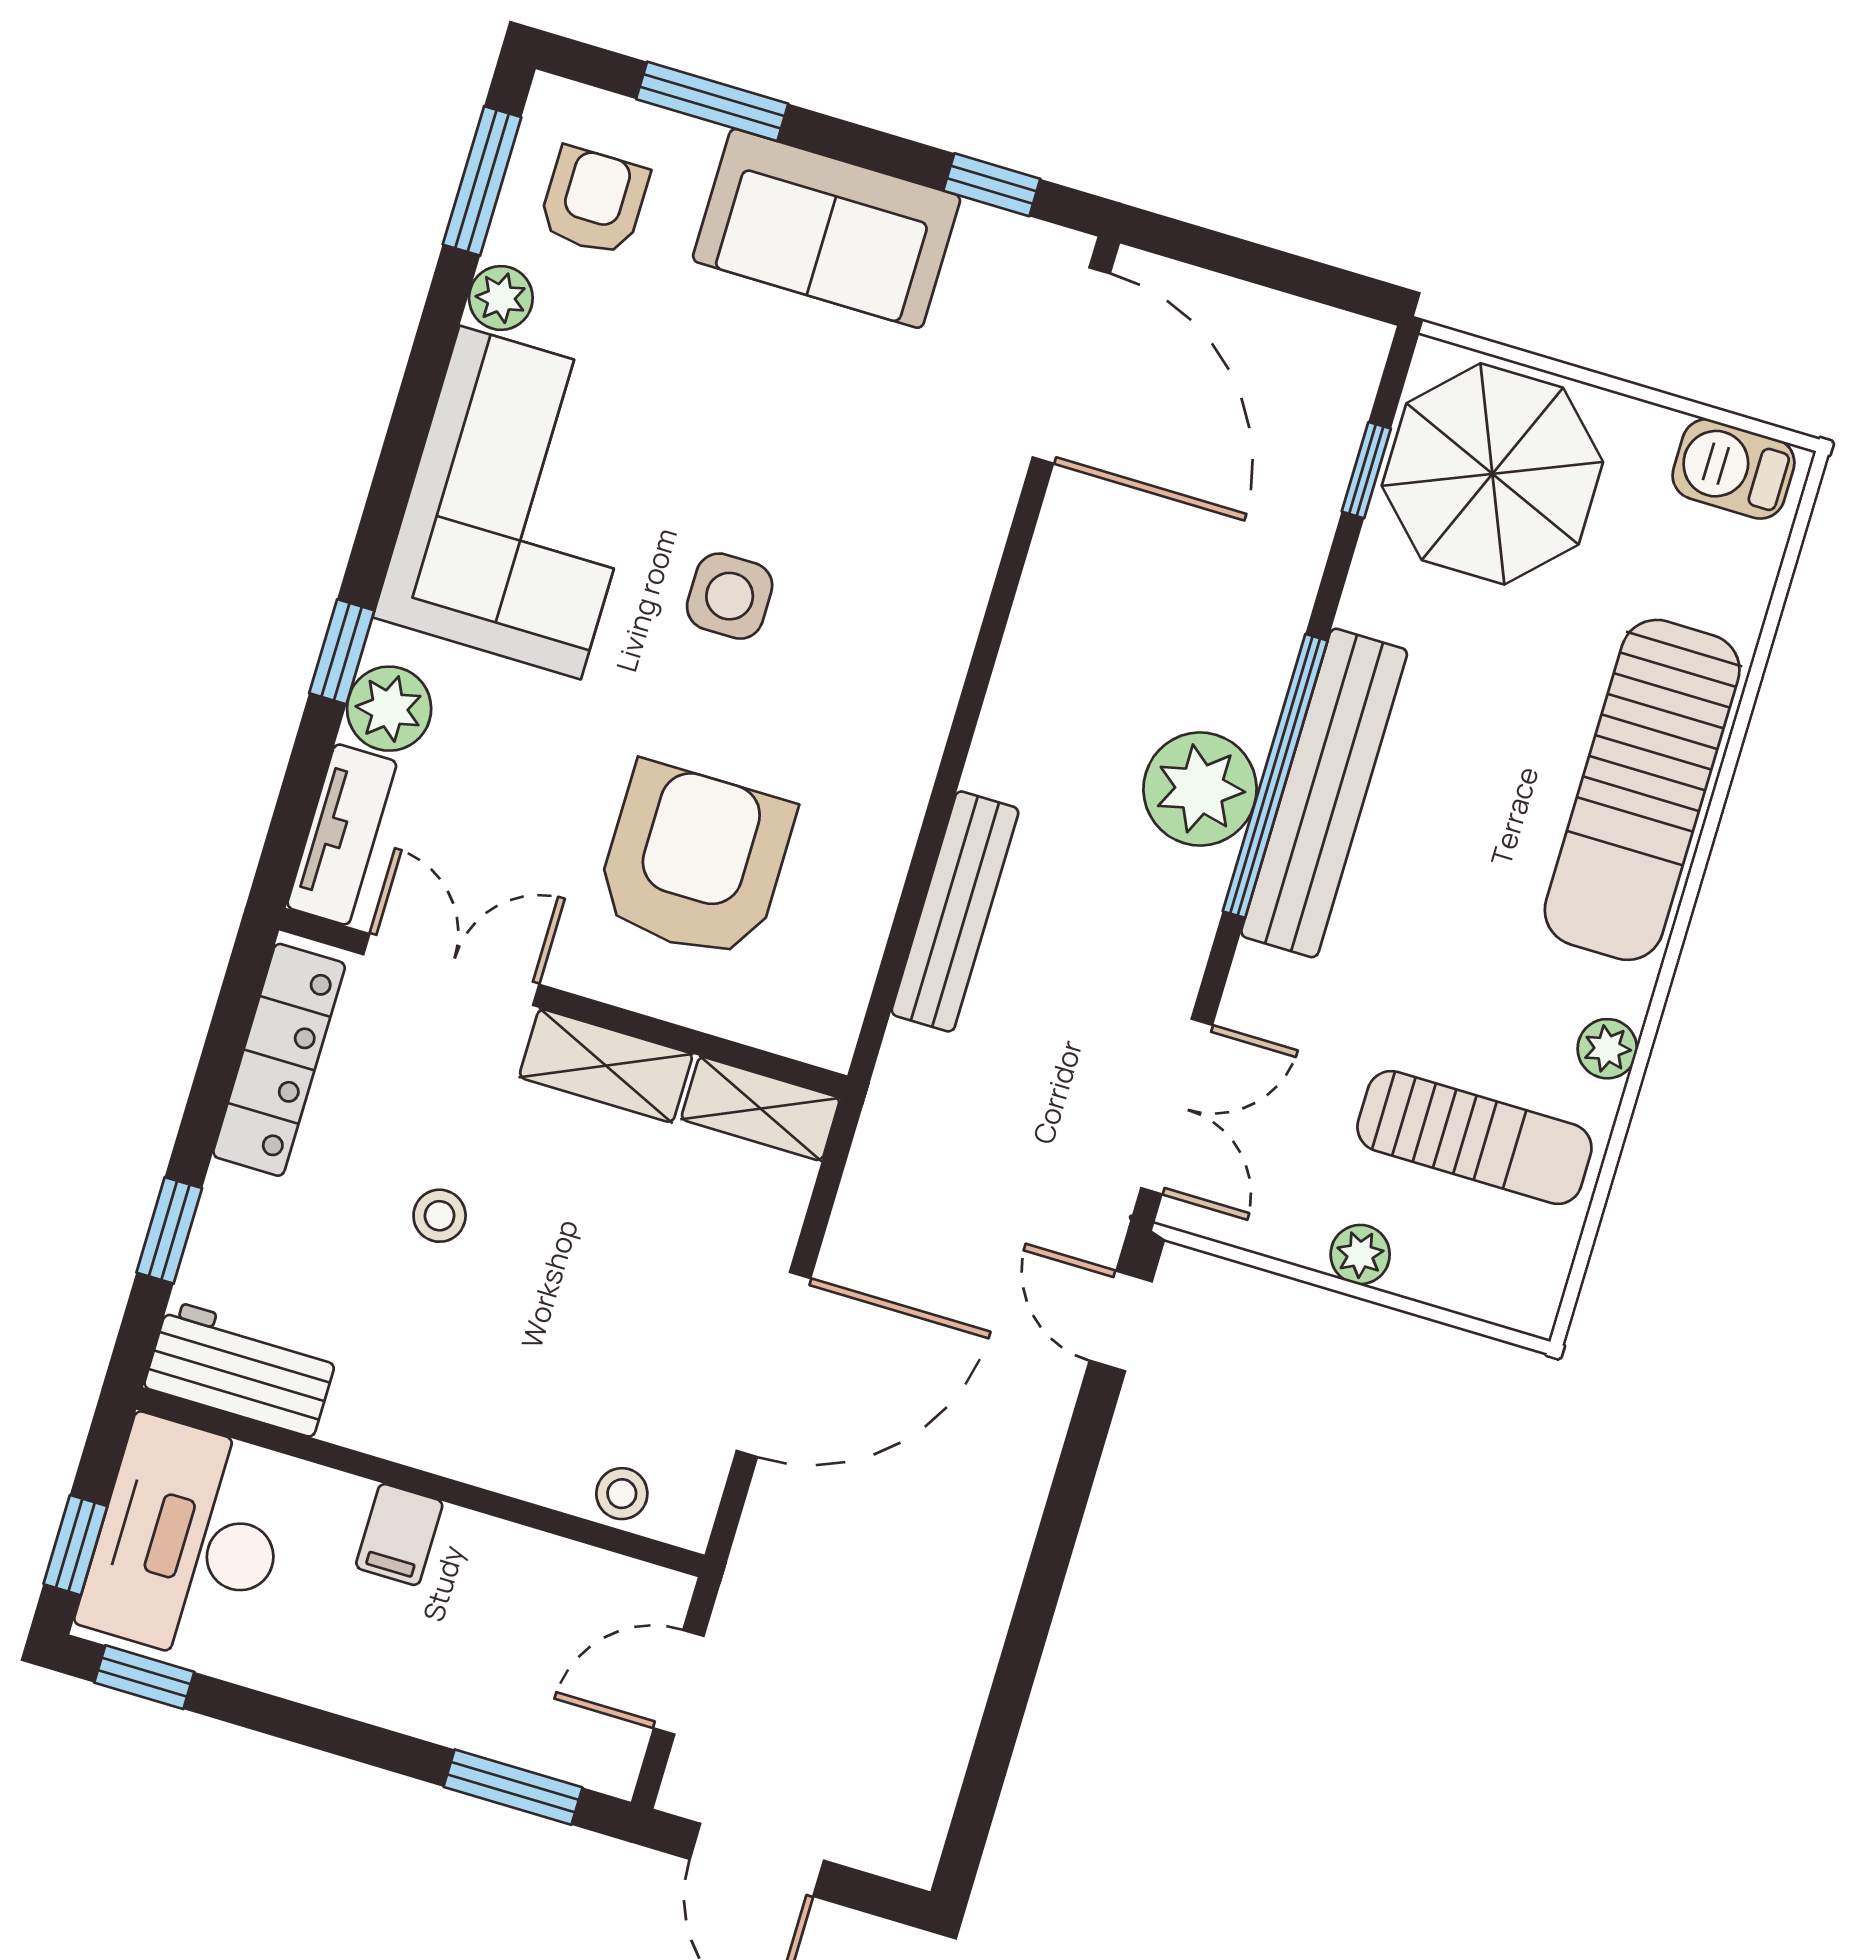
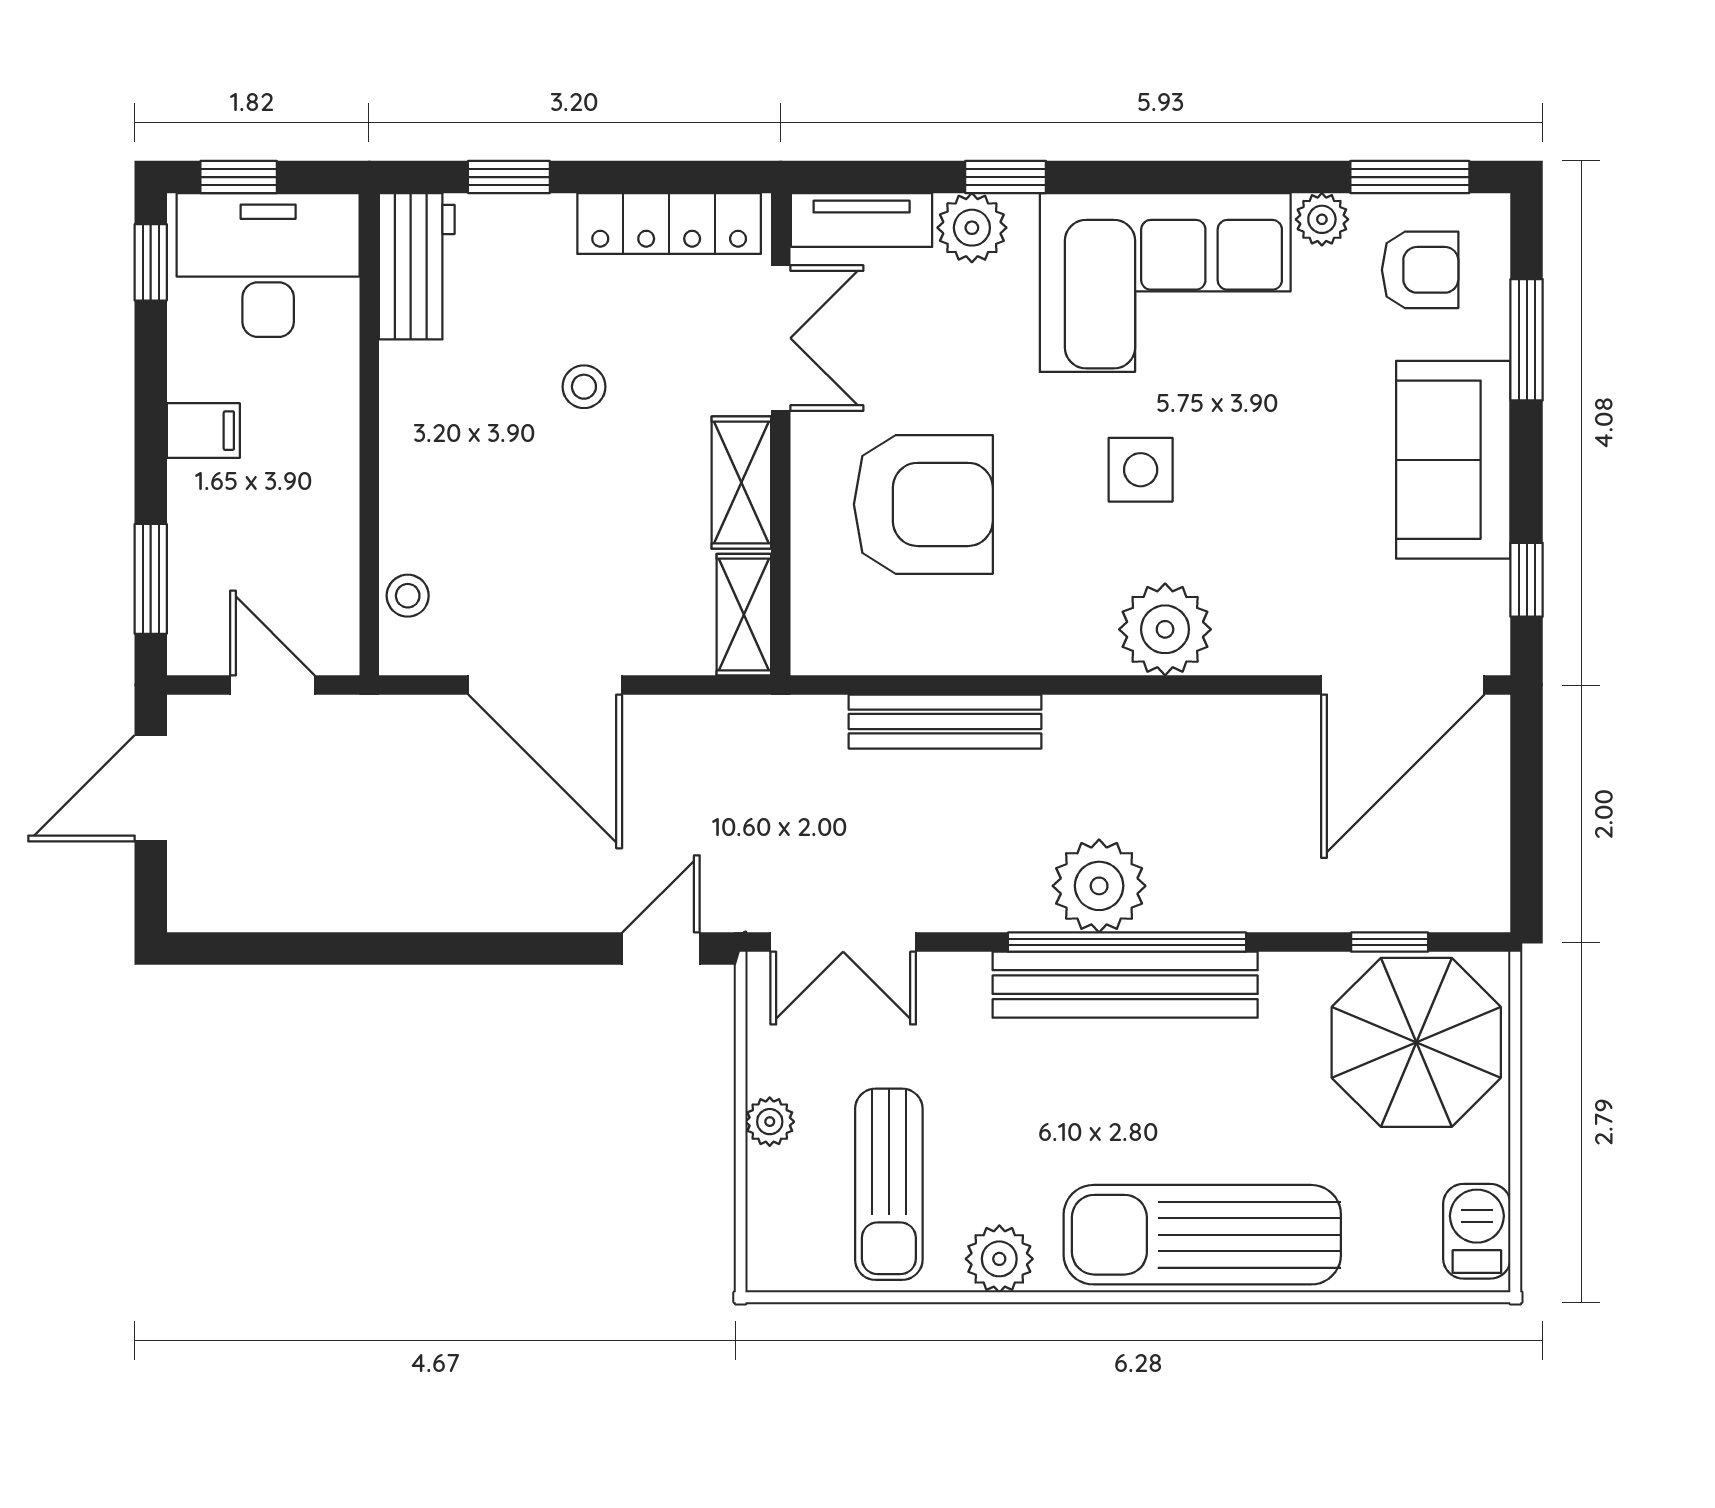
plant: (924, 623) -> (1165, 629), added
plant: (1607, 1049) -> (999, 1259), width x1.38, depth x1.38
filing cabinet: (399, 1534) -> (203, 431), moved, turned 180

